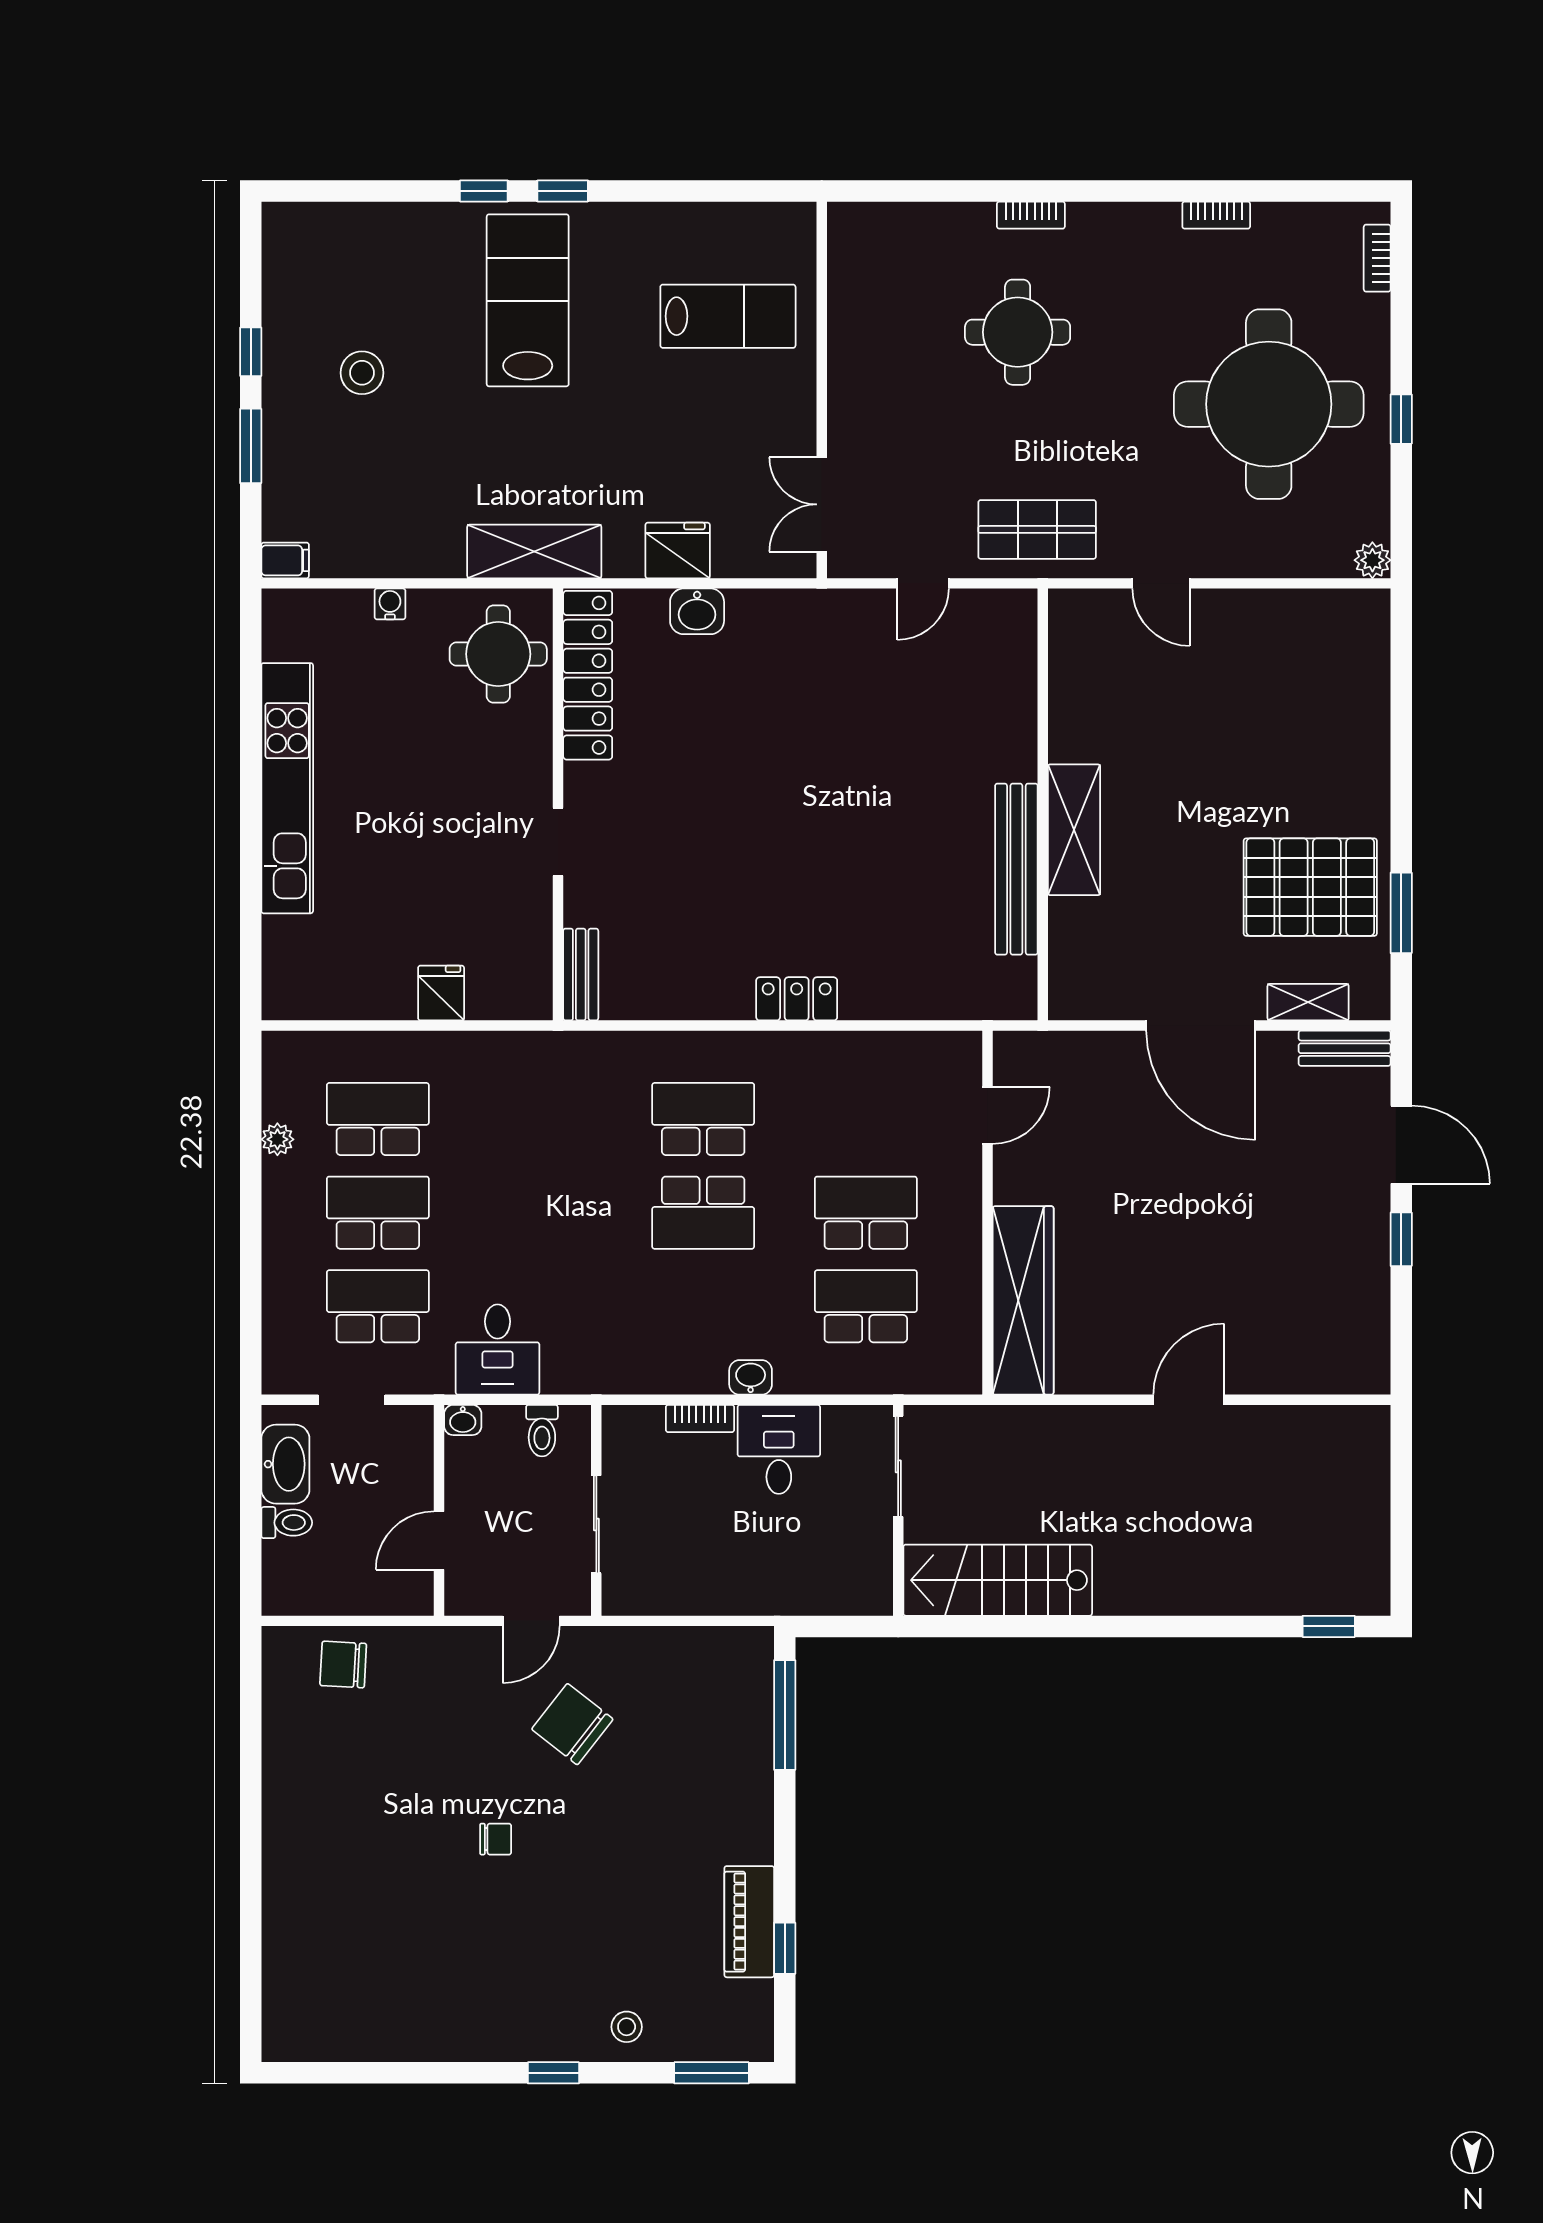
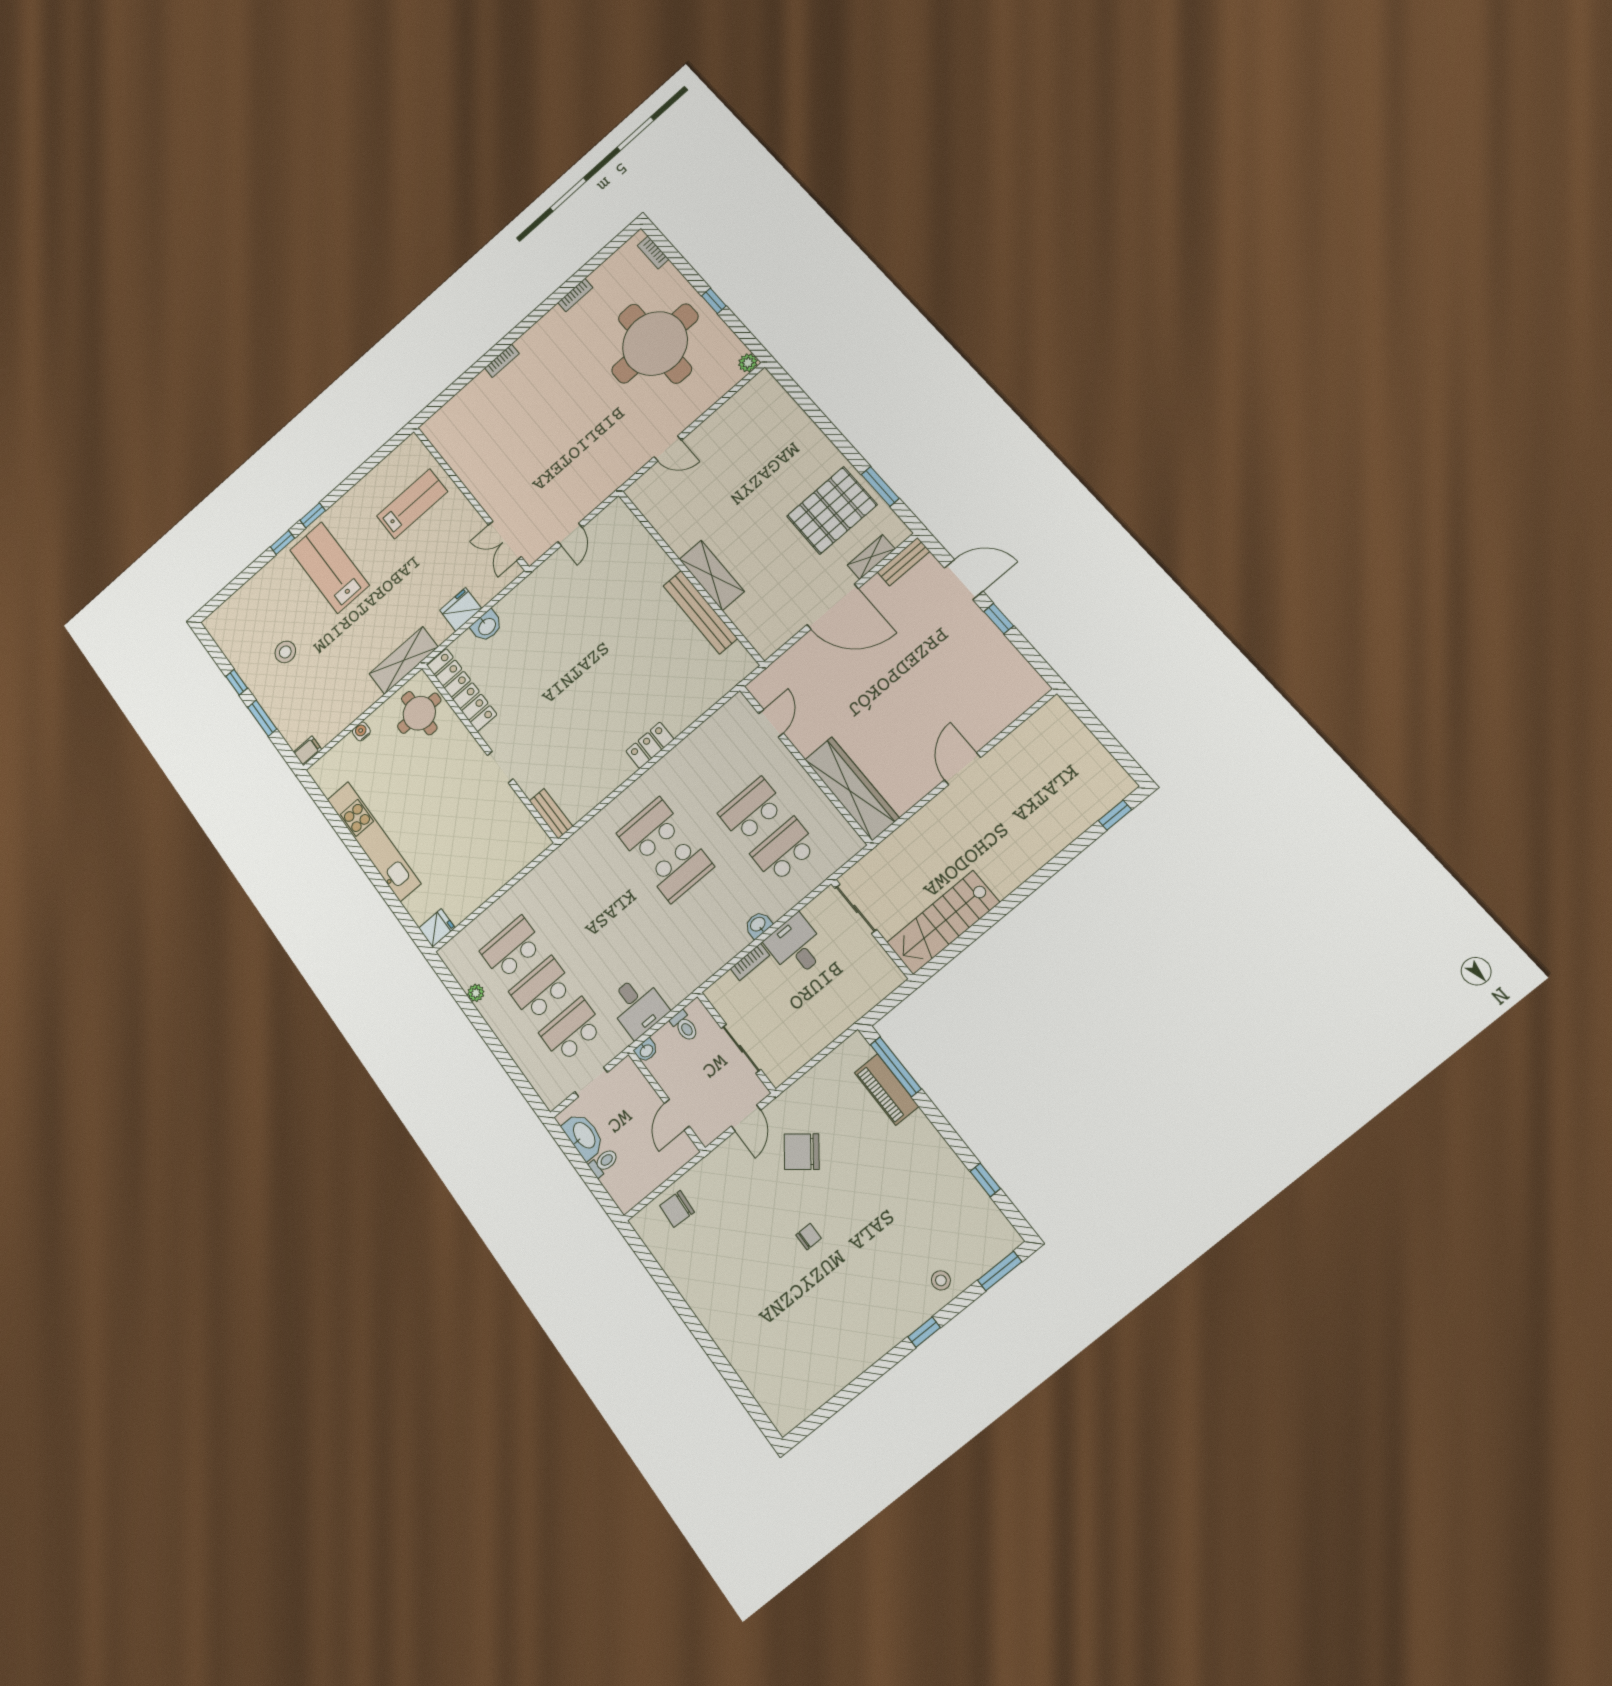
round table: (1018, 332) -> (531, 408), removed
shop shelf: (1037, 529) -> (600, 473), removed
fridge: (441, 993) -> (437, 928), moved, turned 90
piano: (749, 1922) -> (887, 1089), moved

